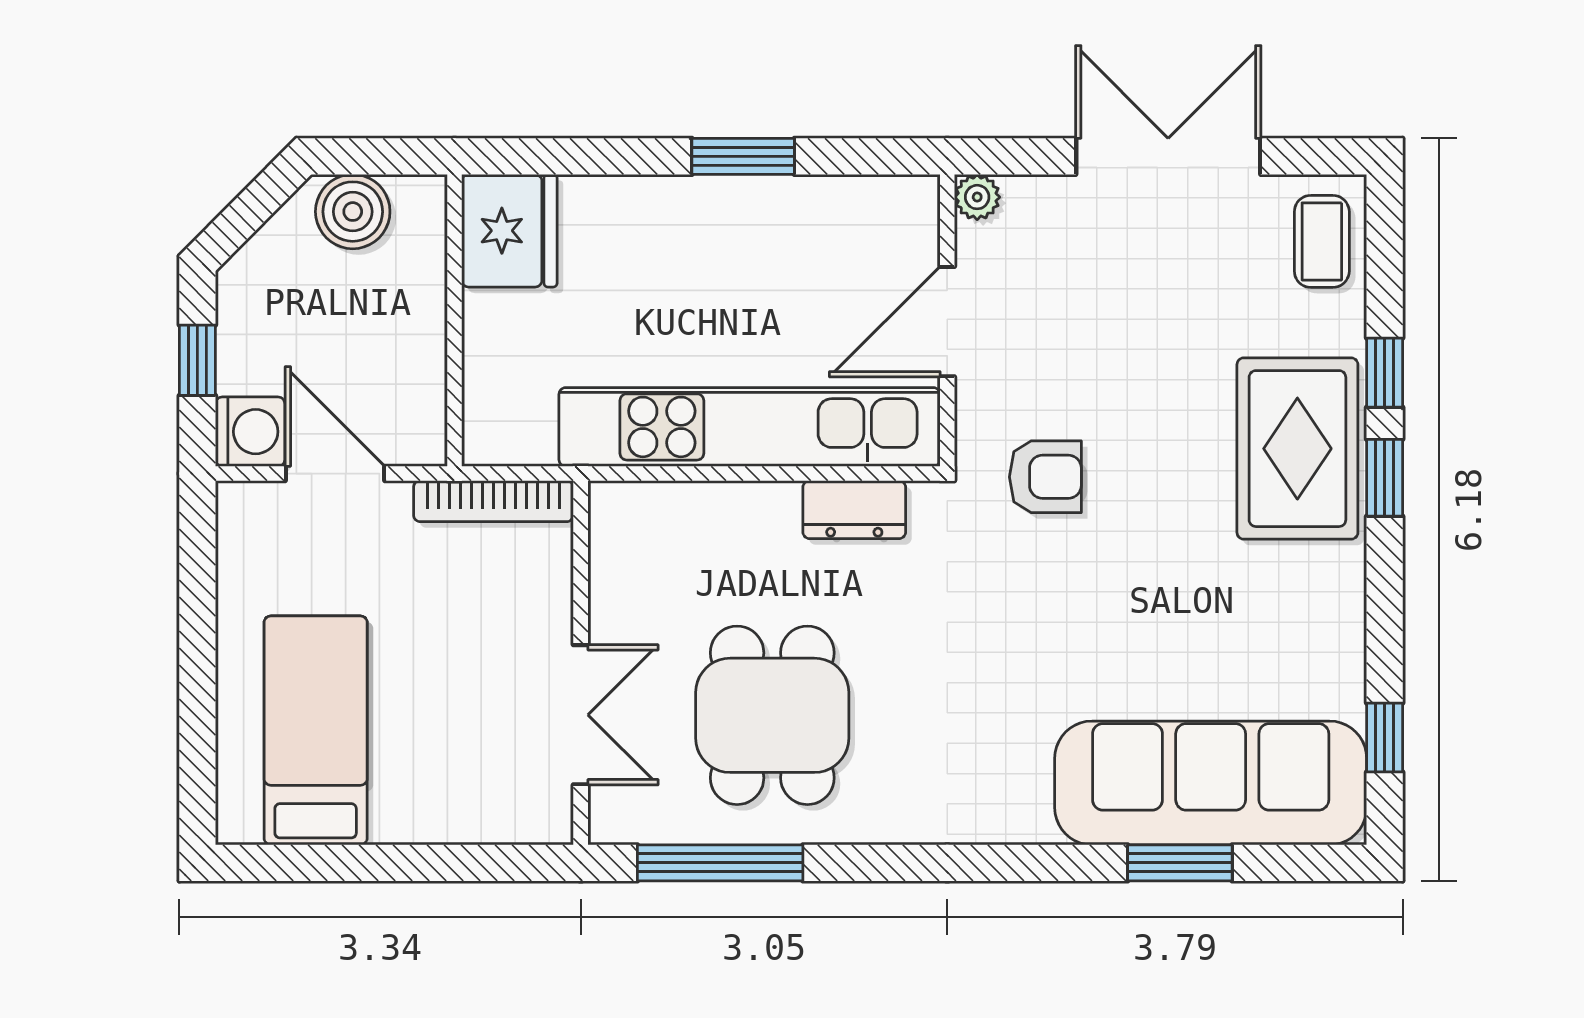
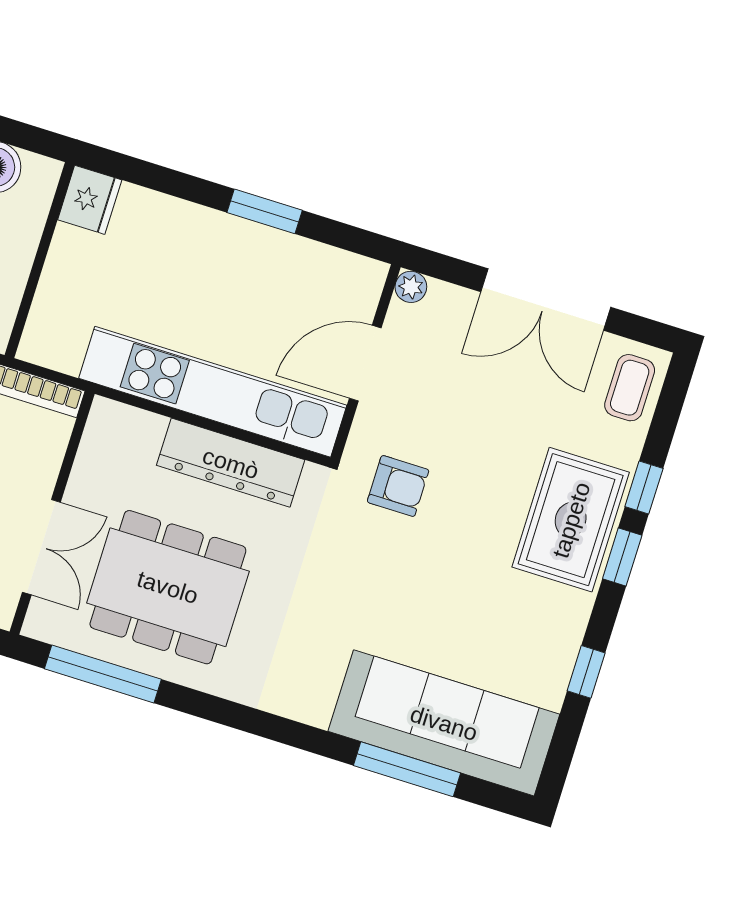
double door: (1168, 156) -> (546, 300), swing flipped
fridge: (509, 231) -> (90, 200), width x0.73, depth x0.75
dresser: (854, 510) -> (231, 463), width x1.96, depth x1.24
dining table: (772, 715) -> (168, 587), width x1.38
window: (1385, 737) -> (586, 672), moved
window: (1180, 863) -> (407, 769), width x1.44

